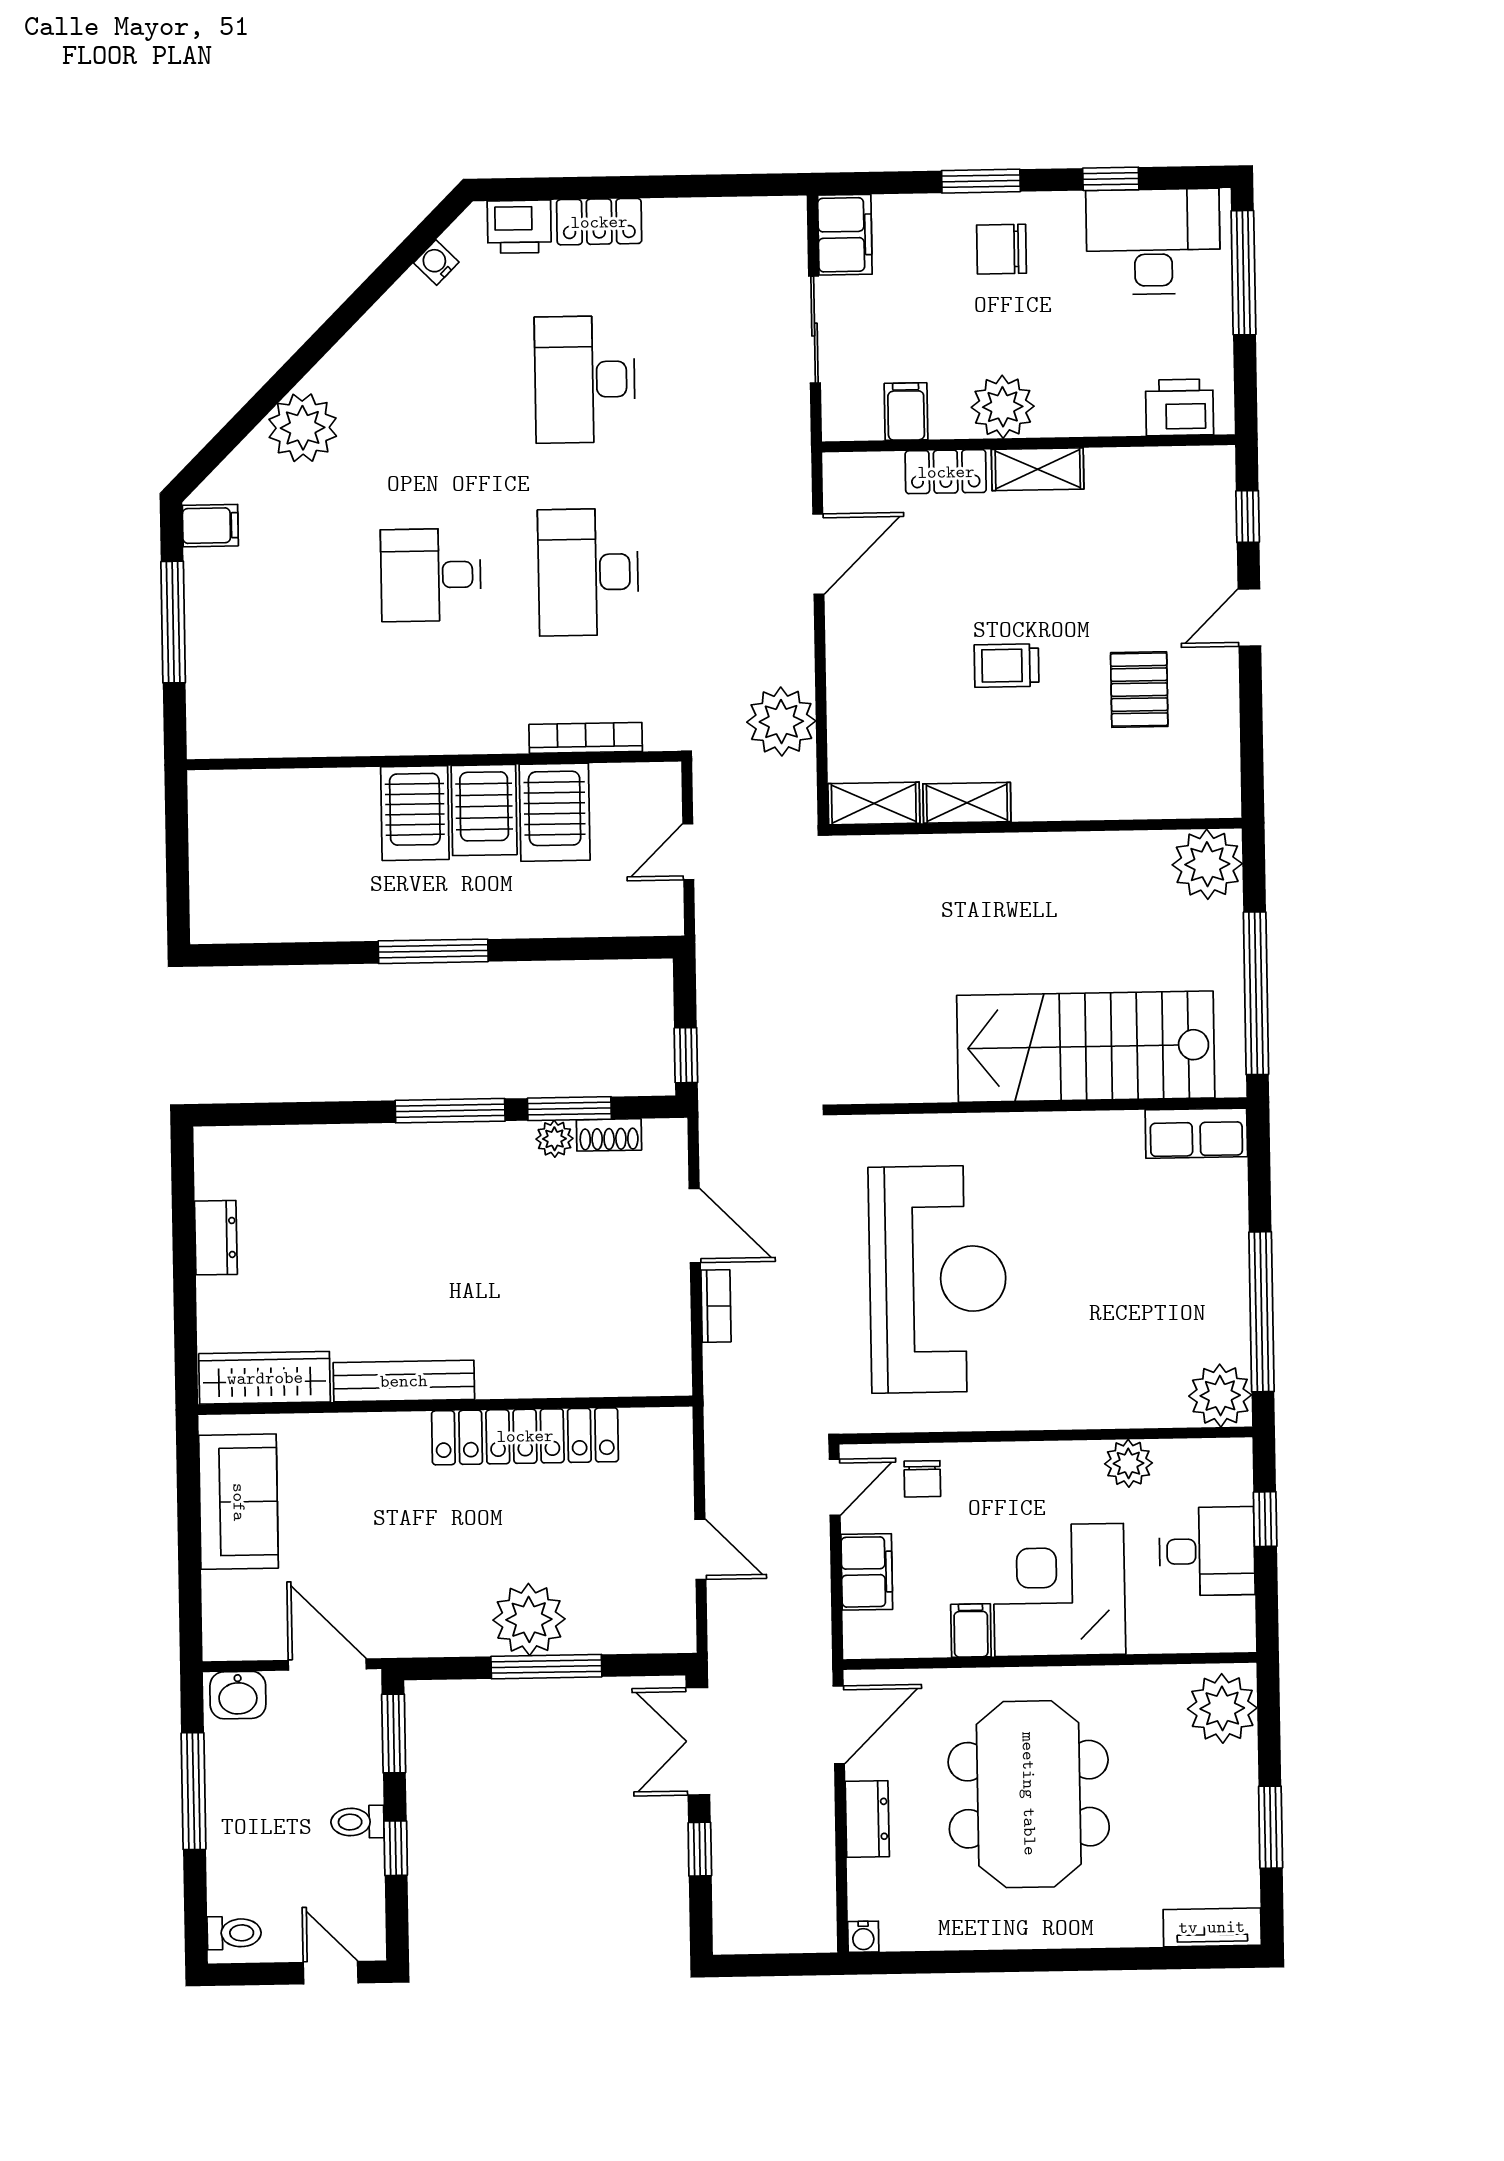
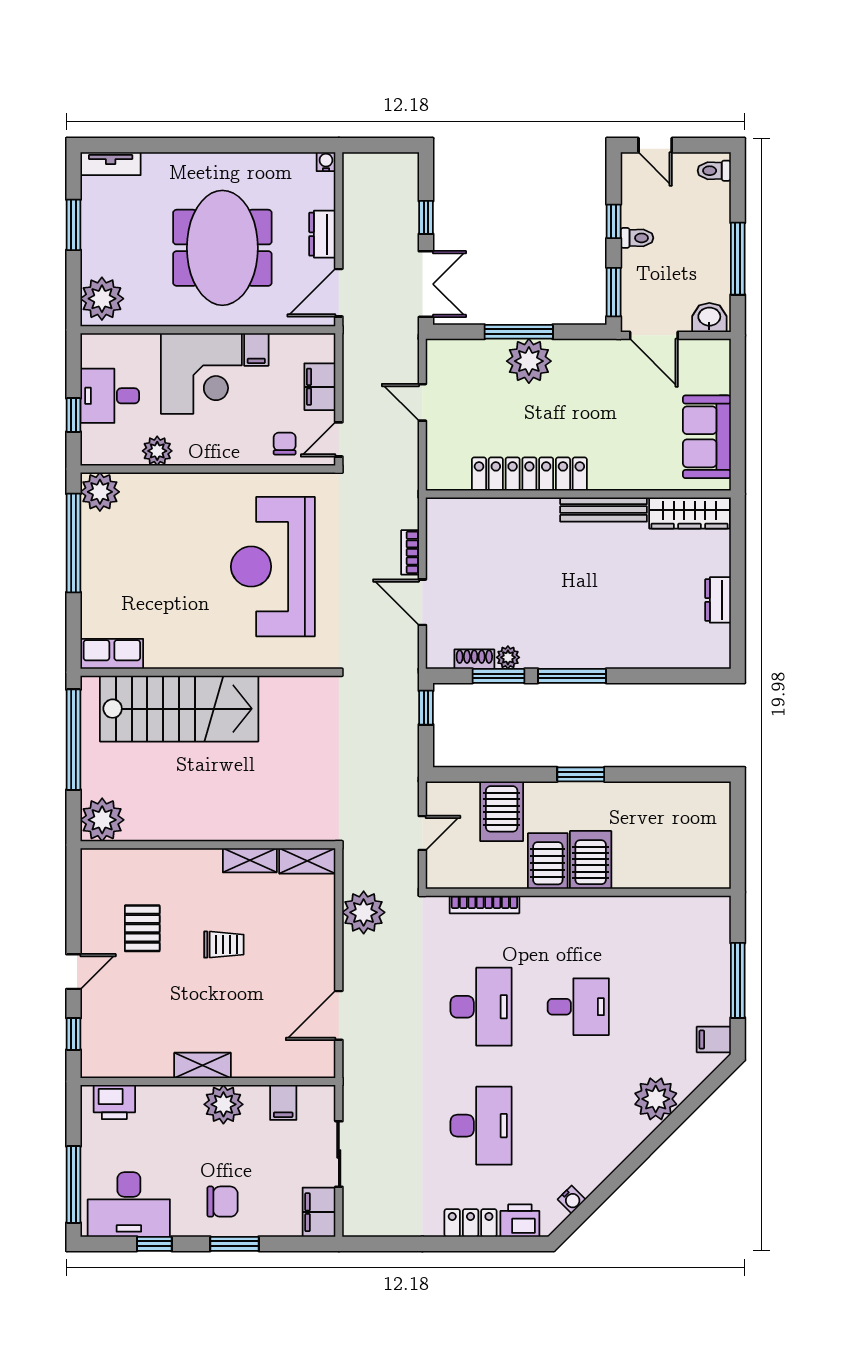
locker: (946, 472) -> (259, 1065), removed
server rack: (555, 812) -> (502, 811), moved, turned 180
window: (433, 951) -> (581, 774), width x0.69

